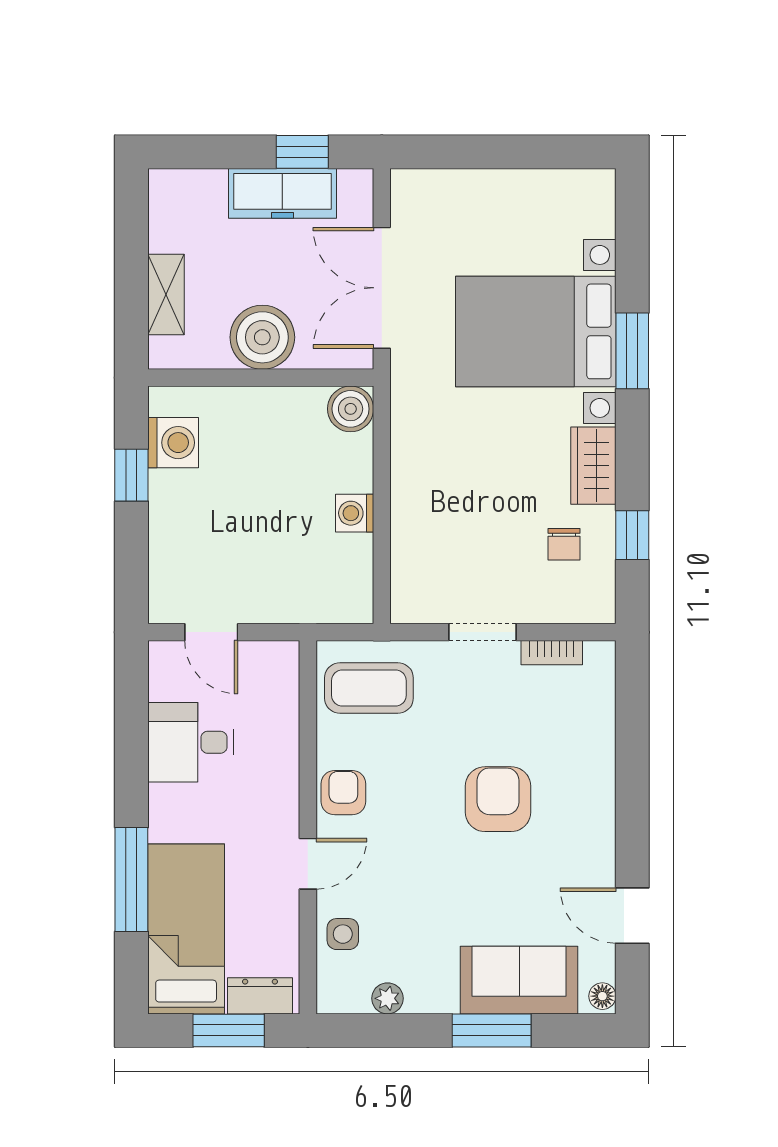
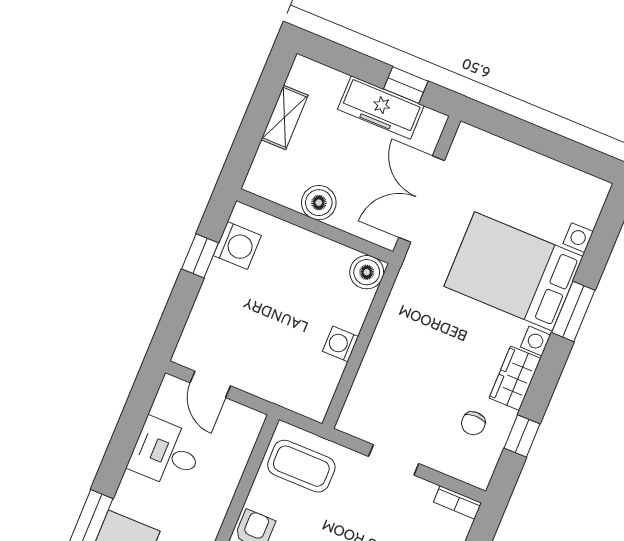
shelving: (166, 295) -> (284, 117), moved
boiler: (262, 337) -> (319, 203), width x0.73, depth x0.73
bookcase: (552, 653) -> (457, 502), moved

